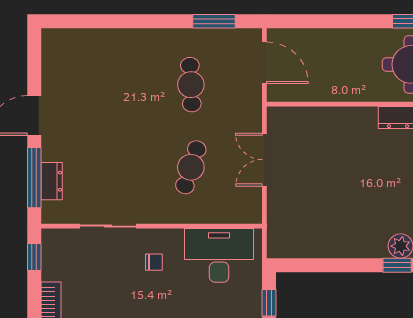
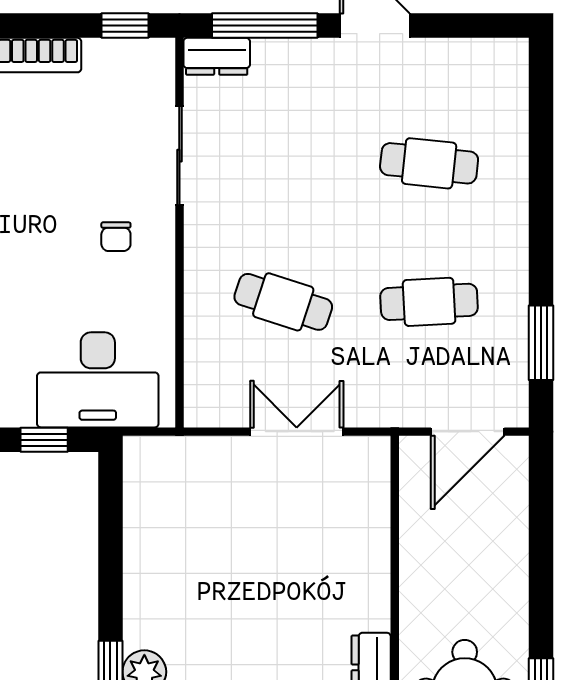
cafe table: (112, 85) -> (429, 163), added
dresser: (52, 181) -> (217, 56), moved
desk: (219, 255) -> (98, 380), moved, turned 90

